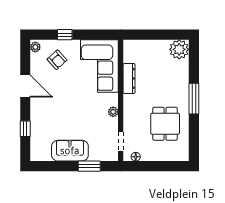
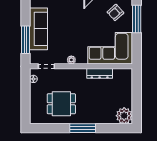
window: (65, 35) -> (137, 19), width x2.17
sofa: (70, 151) -> (39, 29), width x1.36
window: (89, 166) -> (25, 40), width x1.44

